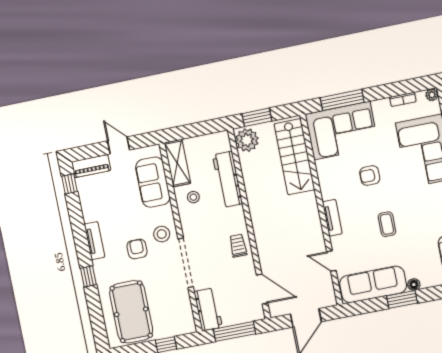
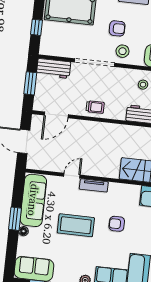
armchair: (370, 176) -> (117, 224), turned -90
coffee table: (387, 224) -> (76, 225), width x1.86, depth x1.72
door: (331, 261) -> (72, 176), moved
window: (234, 331) -> (30, 83), width x0.69

